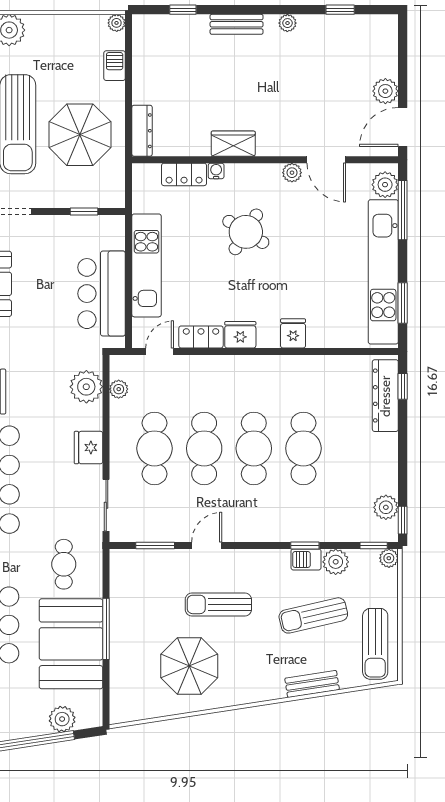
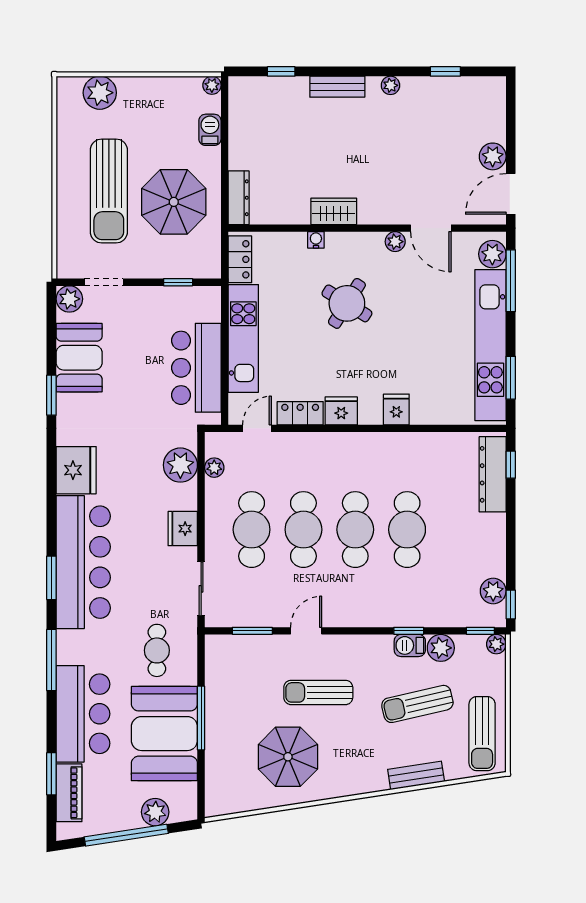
locker: (184, 174) -> (240, 259), moved, turned -90

